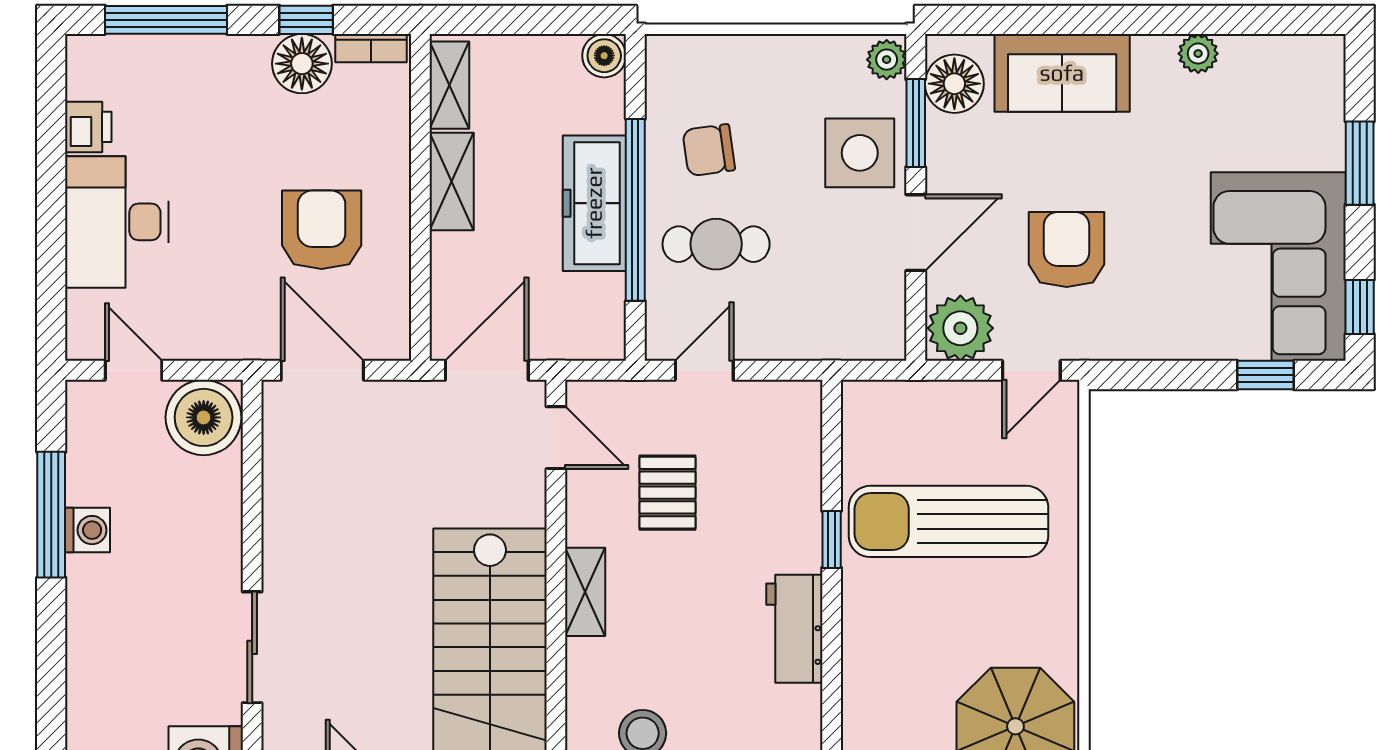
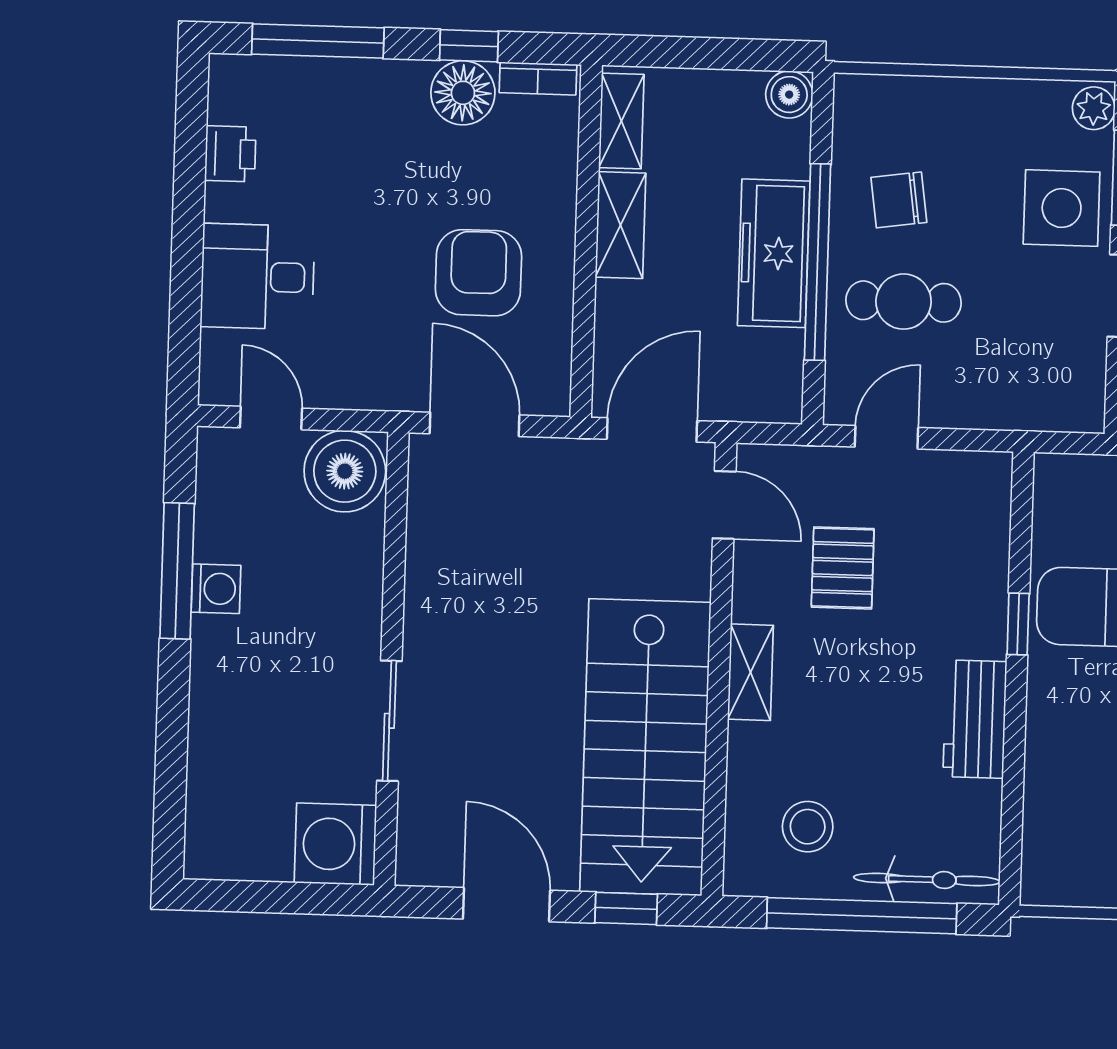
desk: (117, 222) -> (257, 277), width x0.73

